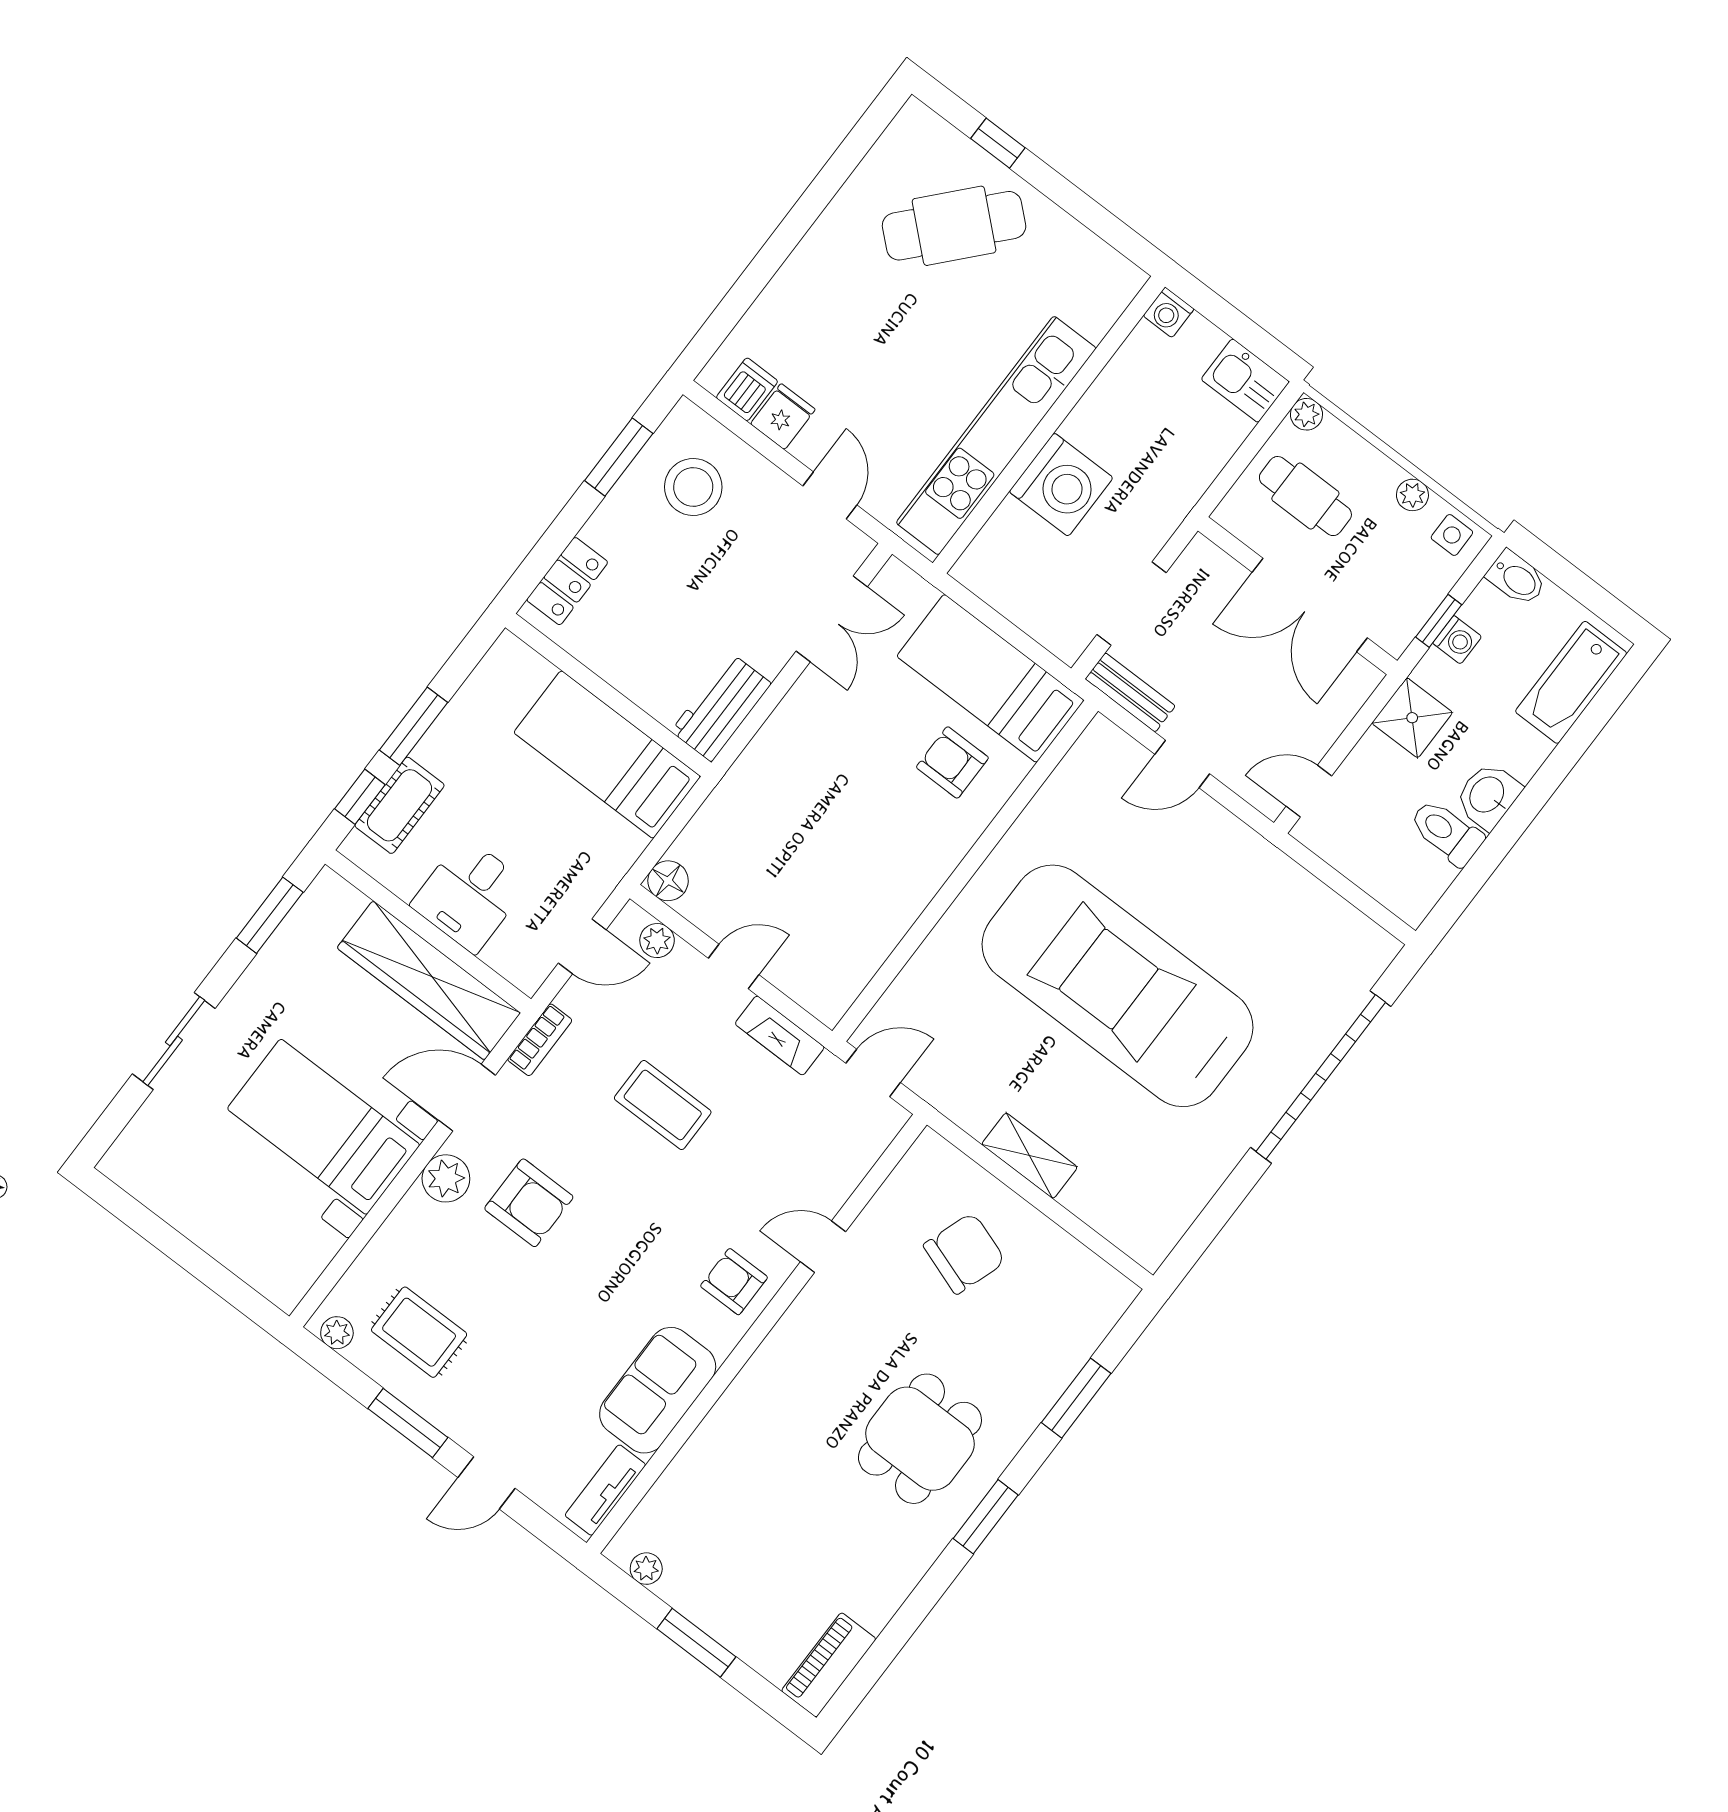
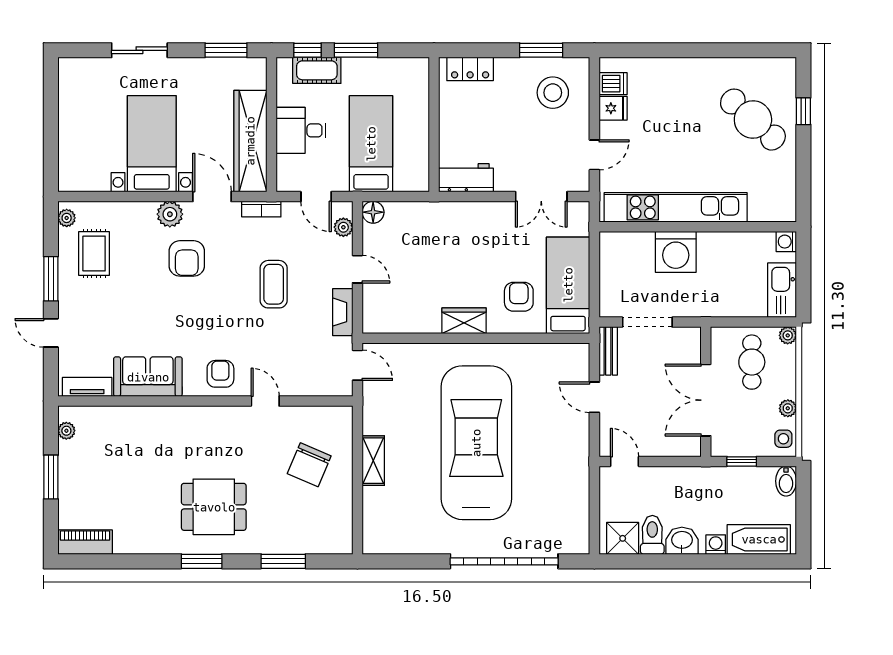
kitchen sink: (1245, 381) -> (782, 290), width x1.38
washing machine: (1457, 640) -> (716, 545), moved, turned 180
shower: (1412, 718) -> (623, 538), moved
bed: (607, 755) -> (371, 144), moved
wardrobe: (927, 869) -> (464, 321), added
chair: (965, 1253) -> (309, 465), turned 94

